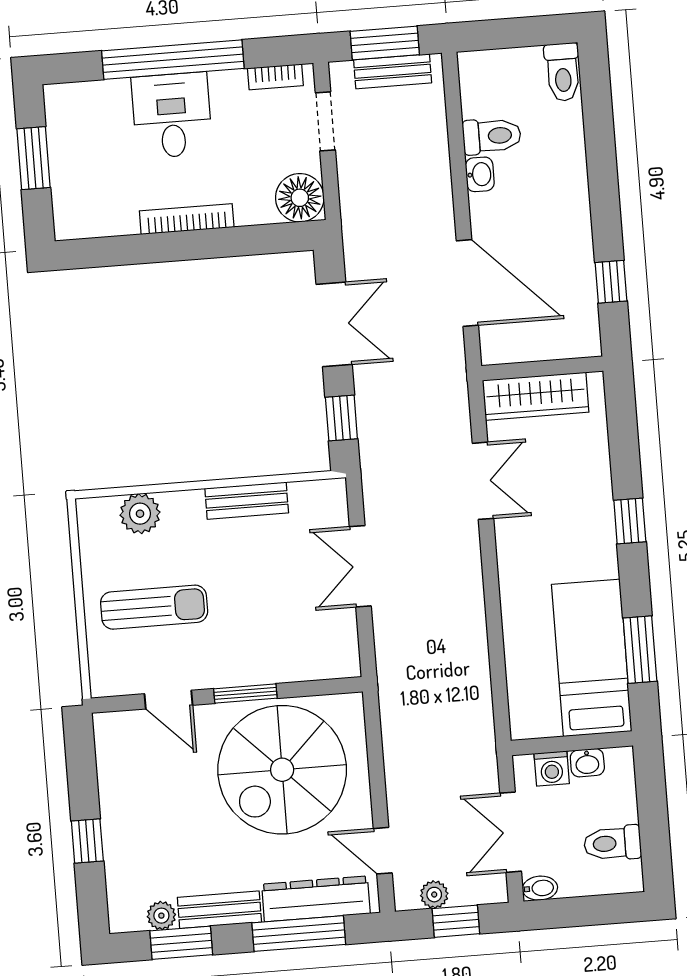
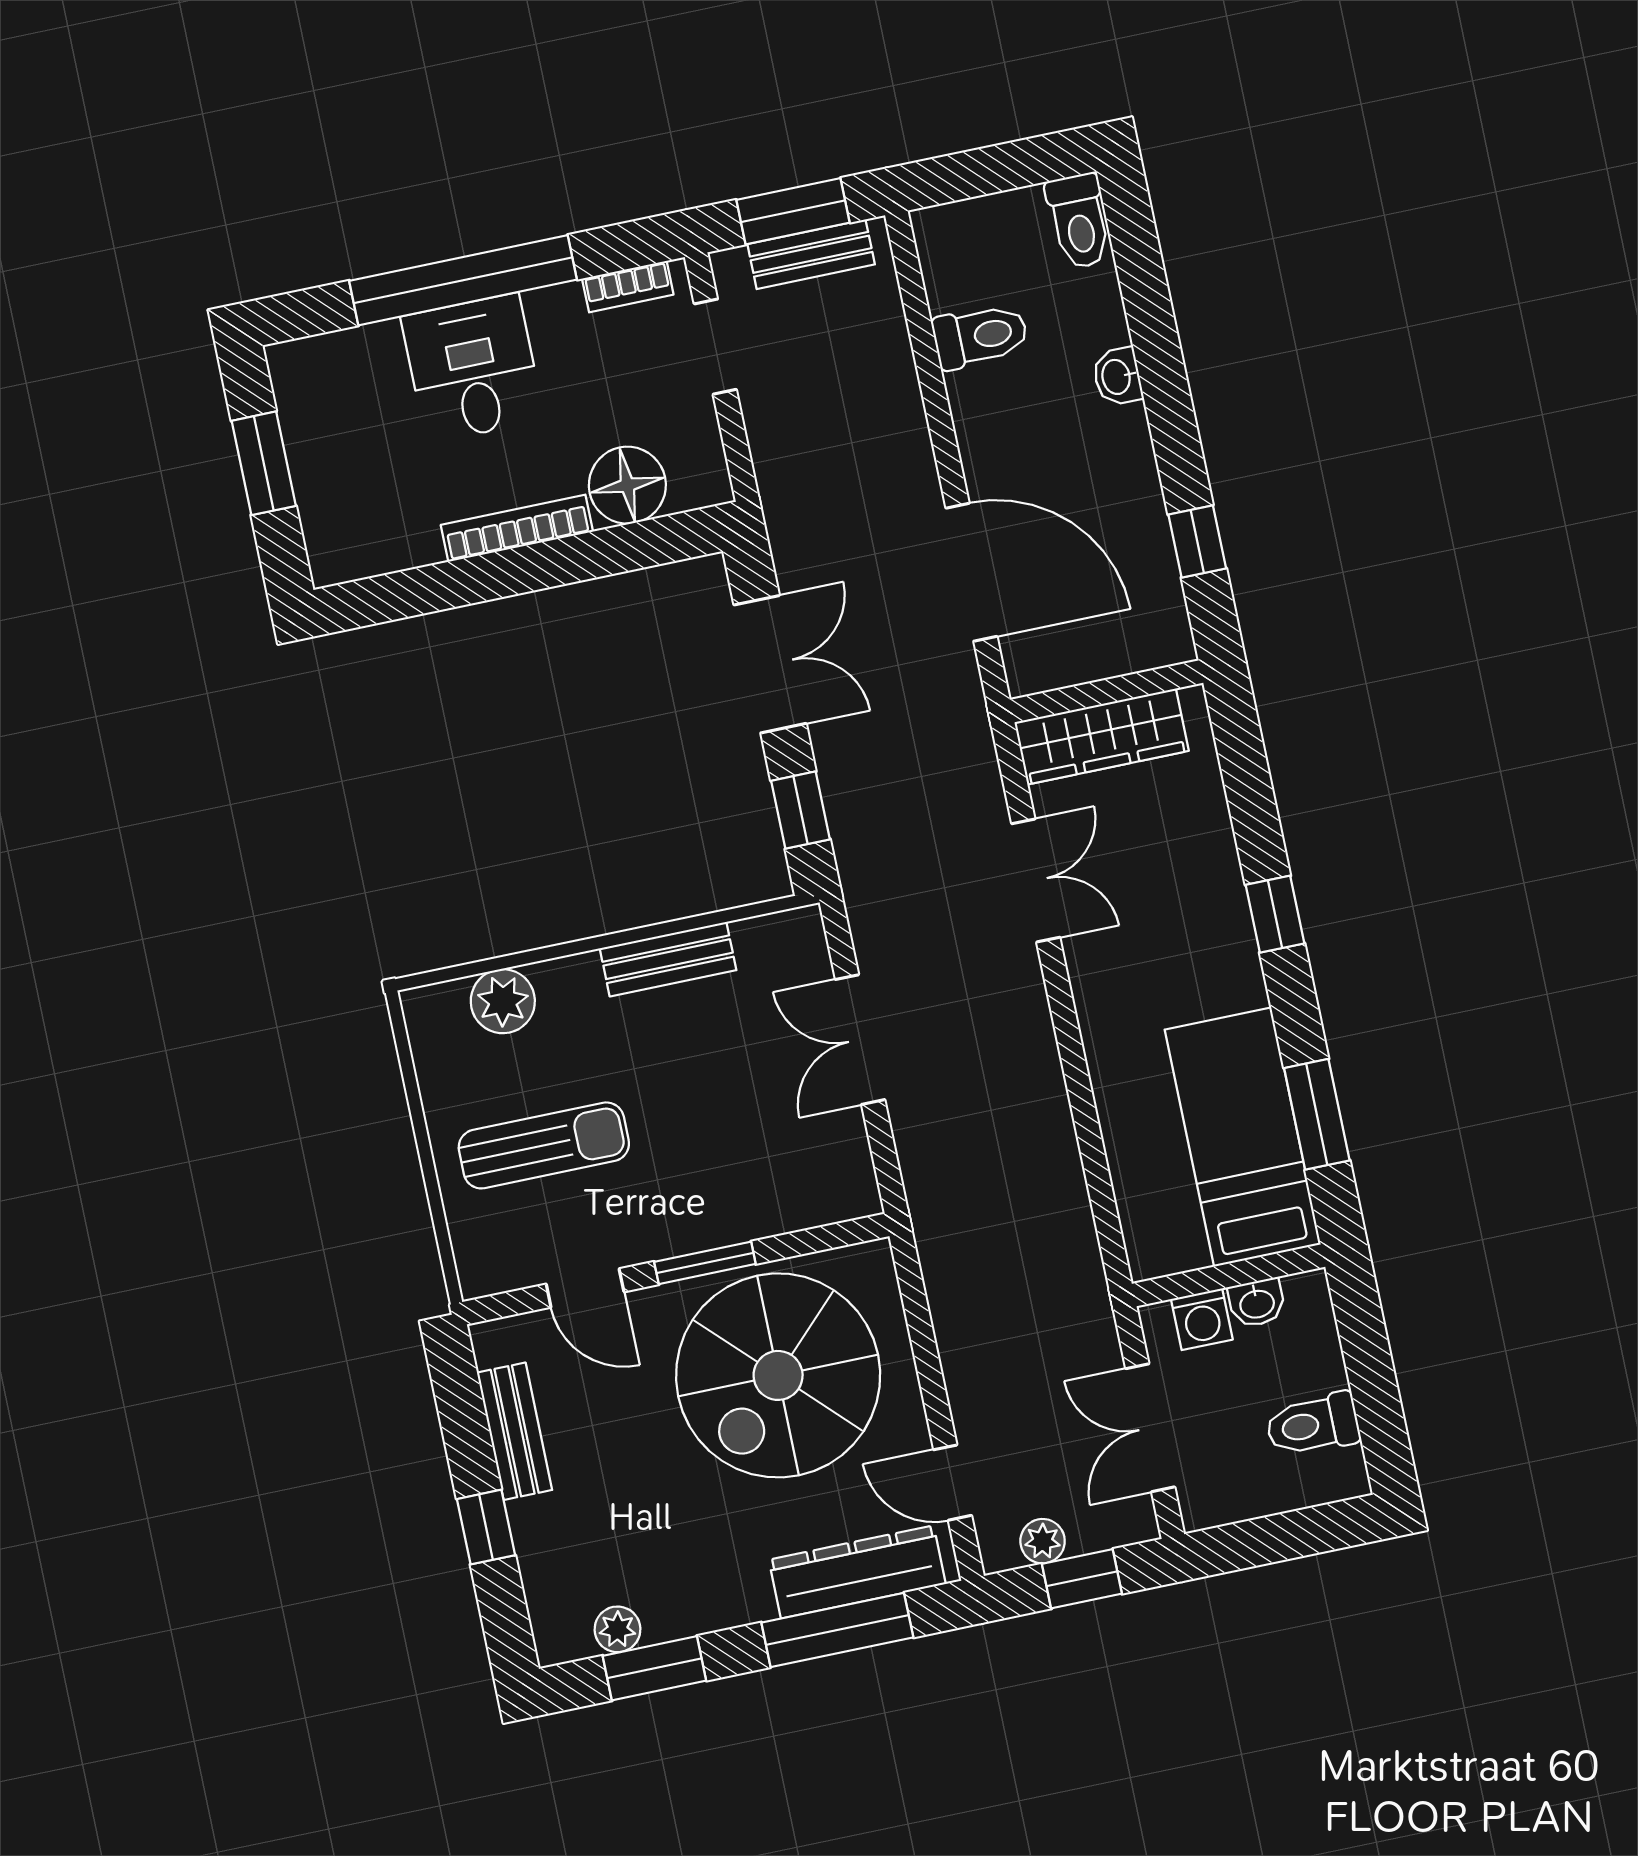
washbasin: (480, 174) -> (1117, 377), moved, turned 180
floor lamp: (300, 198) -> (627, 485), moved
bidet: (540, 888) -> (1208, 1510), removed
bench: (219, 910) -> (515, 1431), moved, turned 90

